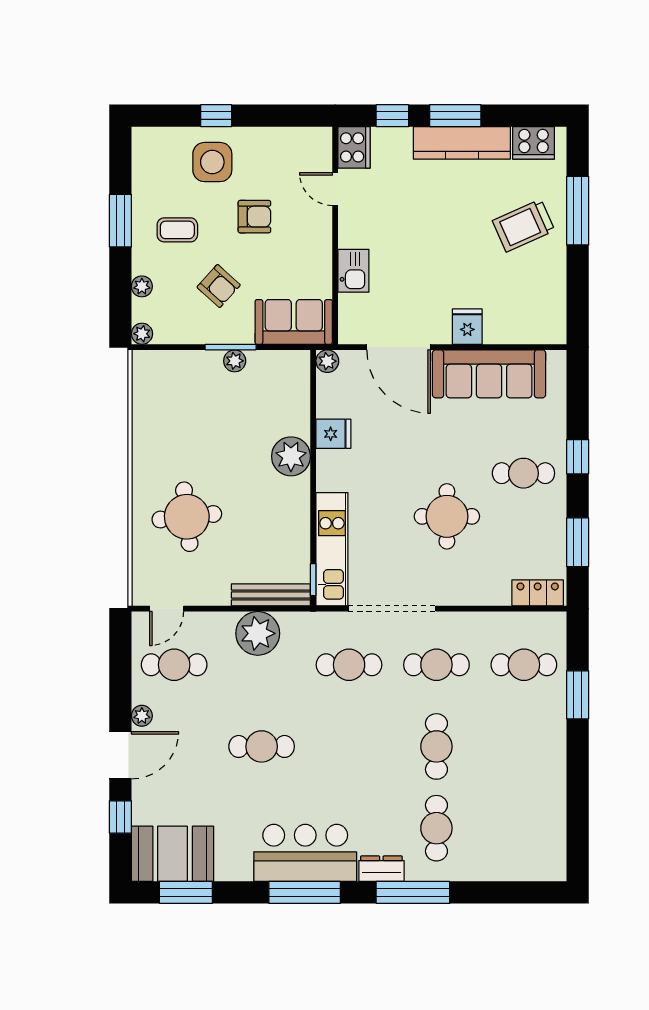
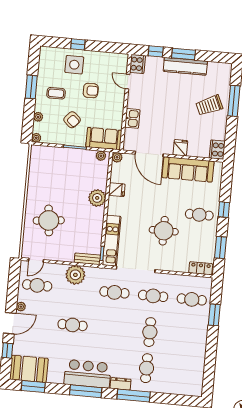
cooker: (534, 143) -> (217, 150), moved, turned 90
plant: (235, 361) -> (101, 156), moved
bench: (271, 595) -> (87, 259), width x0.73

